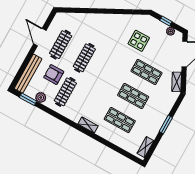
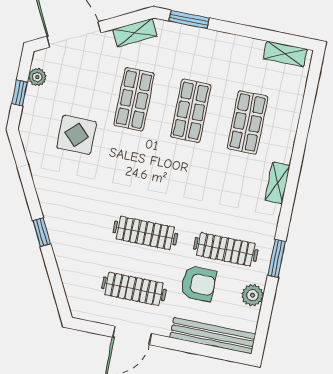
window: (100, 11) -> (42, 232), added
armchair: (54, 75) -> (198, 284), turned -90
window: (28, 99) -> (277, 258), moved
window: (166, 125) -> (189, 19), moved

